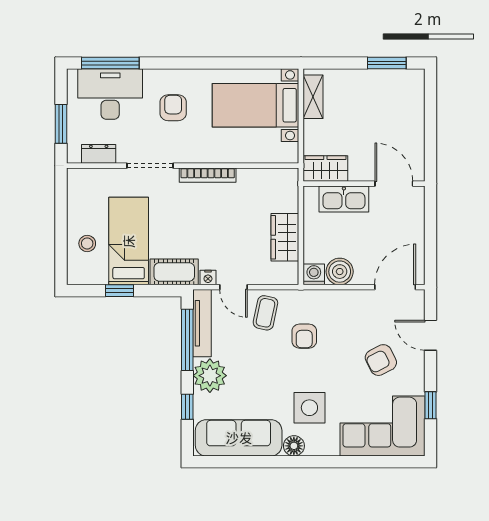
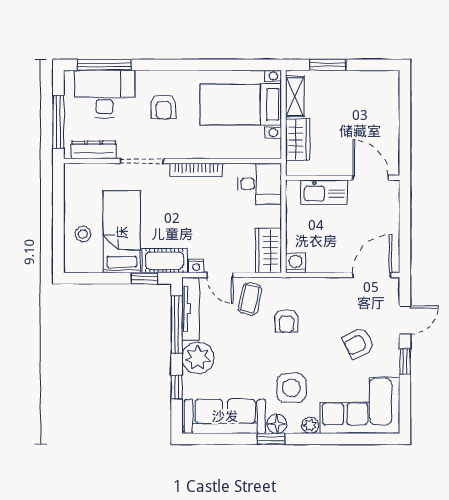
window: (387, 63) -> (328, 65), moved
armchair: (173, 108) -> (164, 107), turned 180
window: (61, 124) -> (58, 122), width x1.44
dresser: (99, 154) -> (94, 150), width x1.44
wardrobe: (325, 168) -> (298, 139), moved, turned 90
desk: (275, 190) -> (259, 184), added
wardrobe: (285, 237) -> (268, 251), moved
boiler: (340, 272) -> (320, 260), removed
window: (120, 291) -> (144, 278), moved
door: (431, 335) -> (405, 320), swing flipped
window: (431, 405) -> (405, 361), moved
plant: (330, 447) -> (310, 425), added
window: (288, 462) -> (271, 439), added

